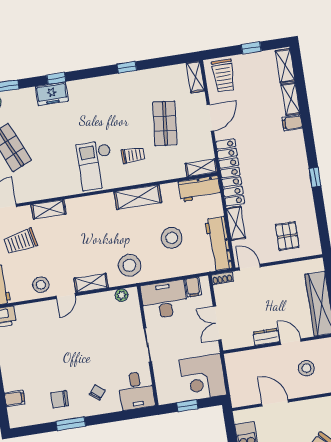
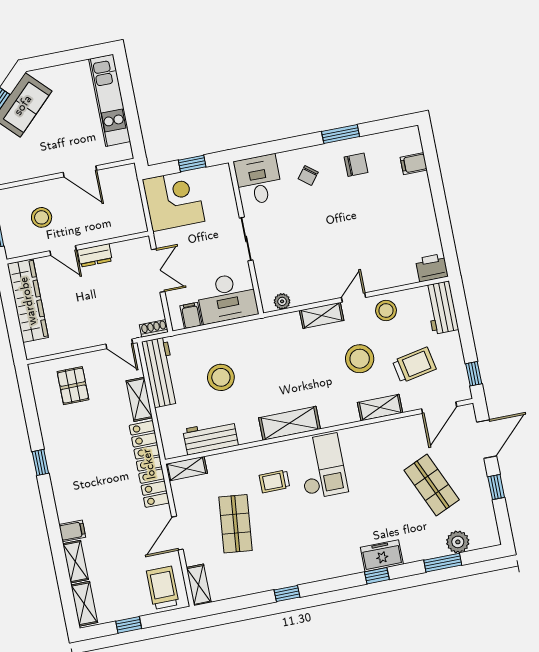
workbench: (200, 189) -> (210, 437), moved
shelving: (138, 197) -> (290, 423), moved
stool: (129, 265) -> (360, 359), moved

